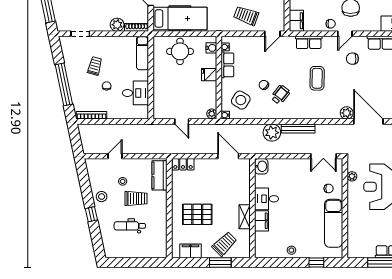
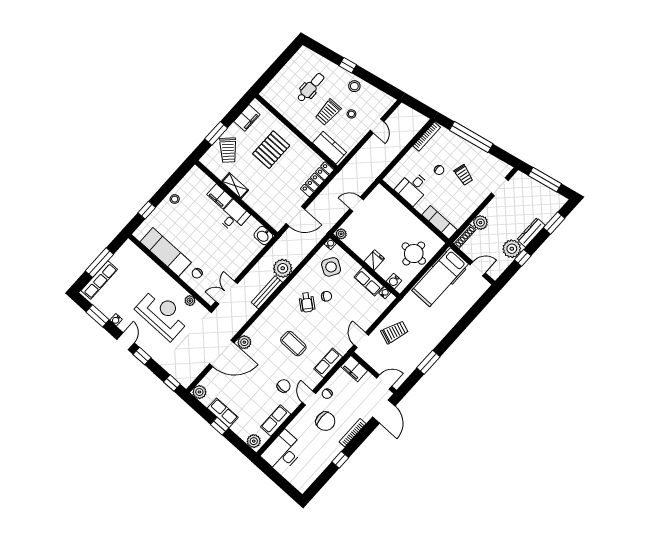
locker: (183, 164) -> (317, 179), width x1.53

